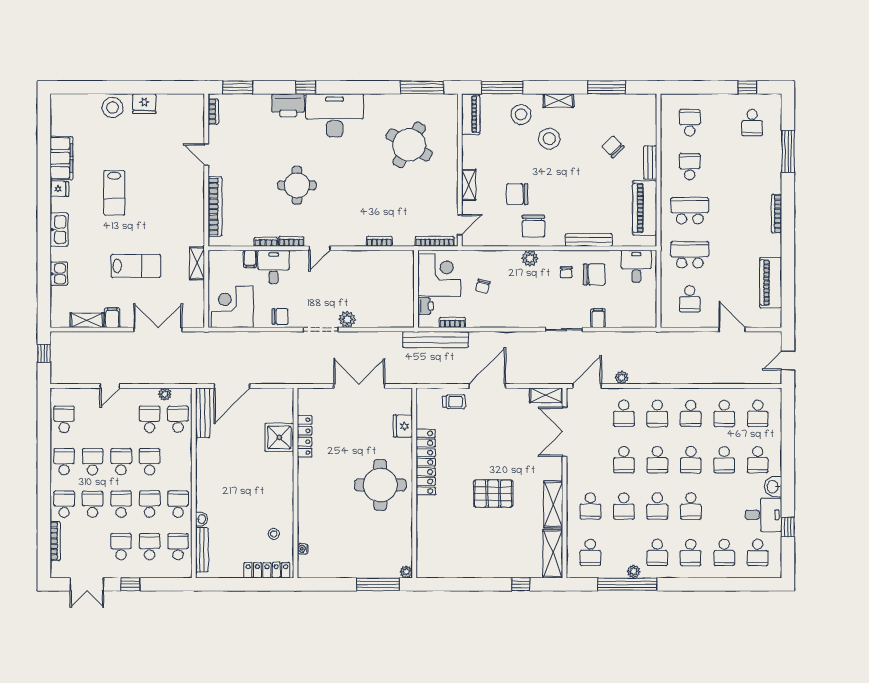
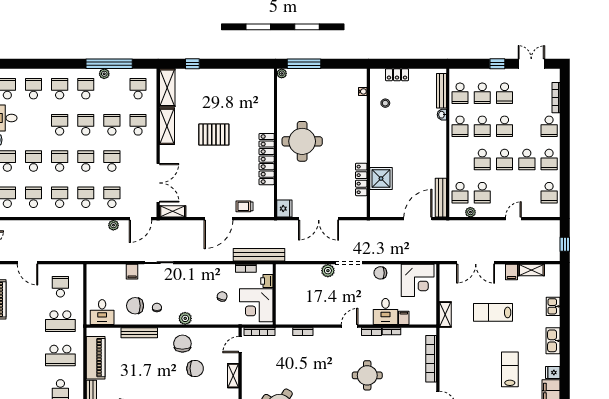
fridge: (403, 426) -> (284, 209), moved
school desk: (93, 504) -> (527, 126), removed
locker: (267, 570) -> (397, 75), width x0.66

